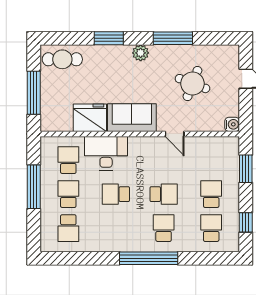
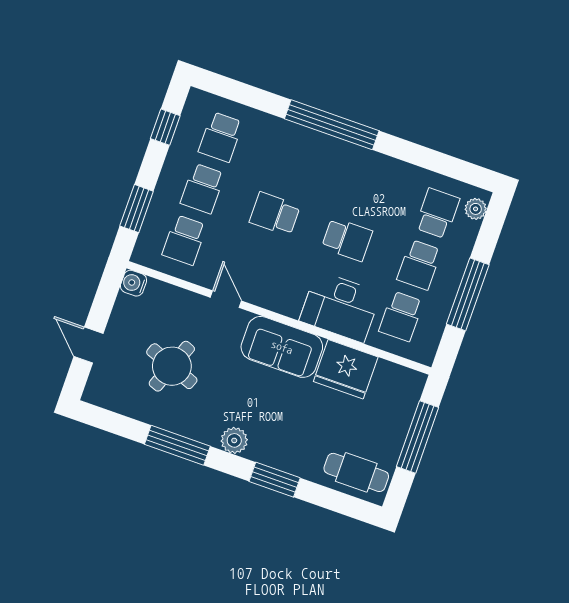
school desk: (164, 228) -> (184, 240), moved
plant: (47, 239) -> (476, 209), added

